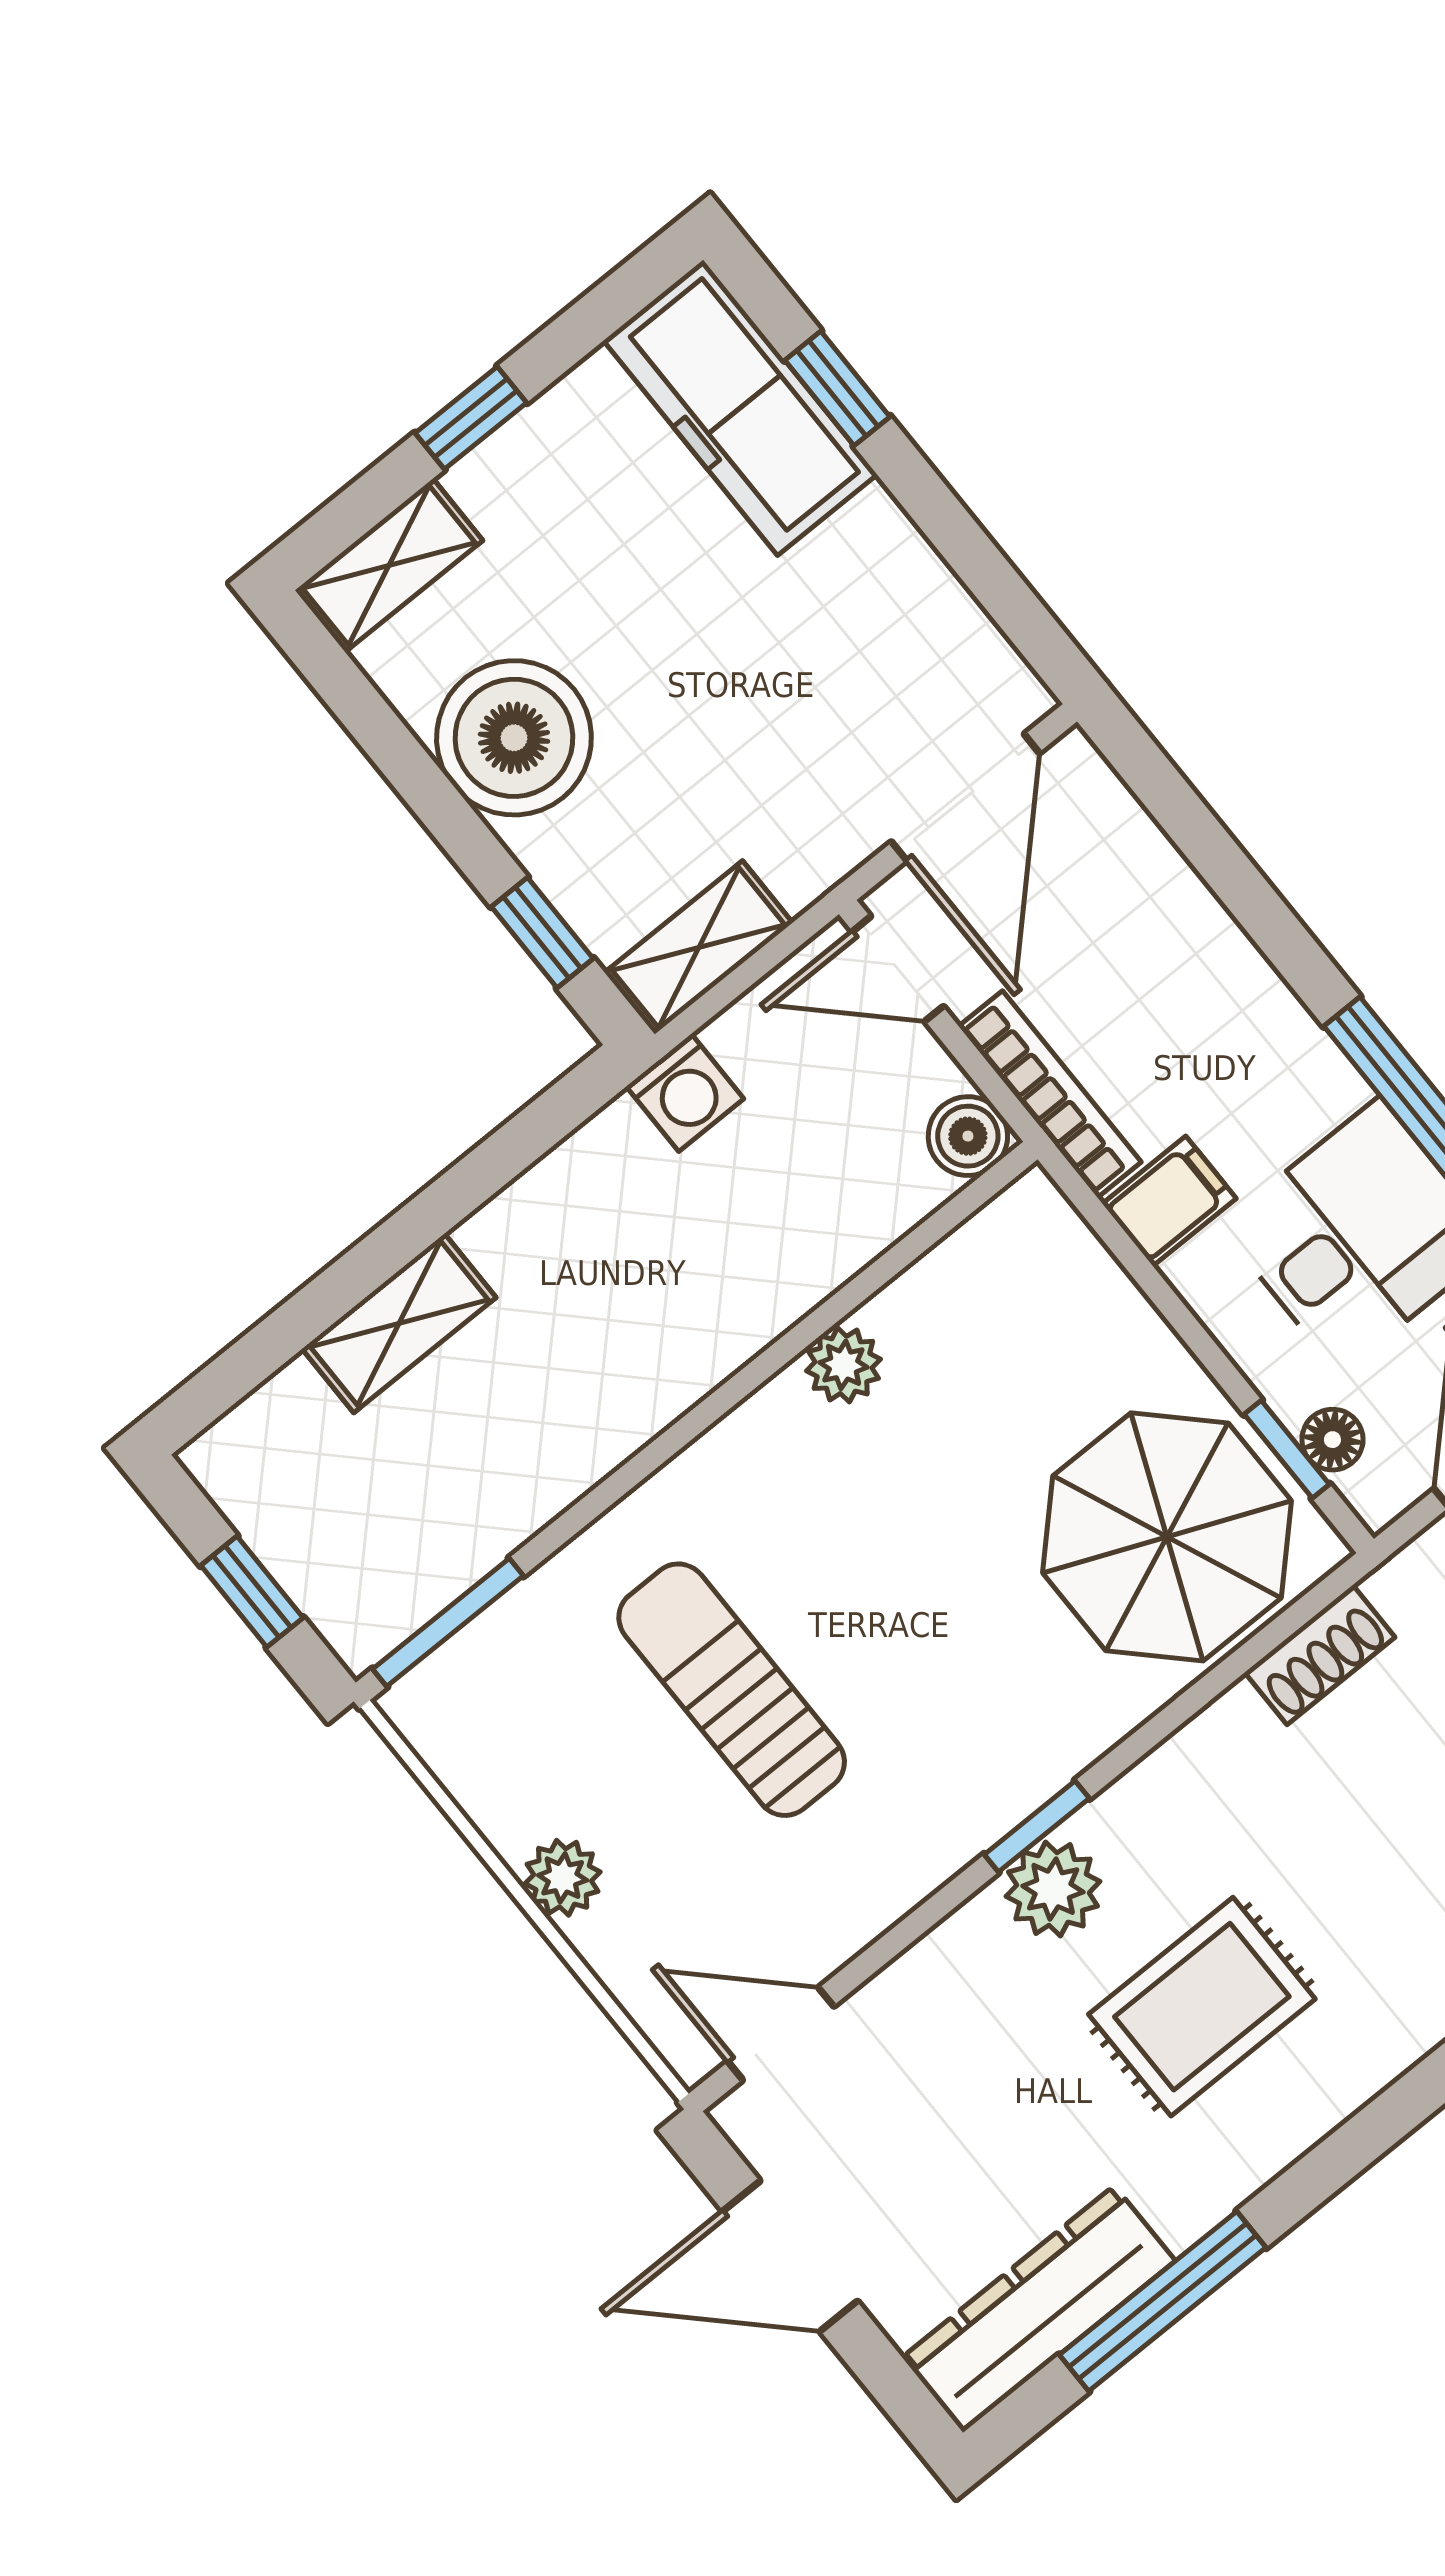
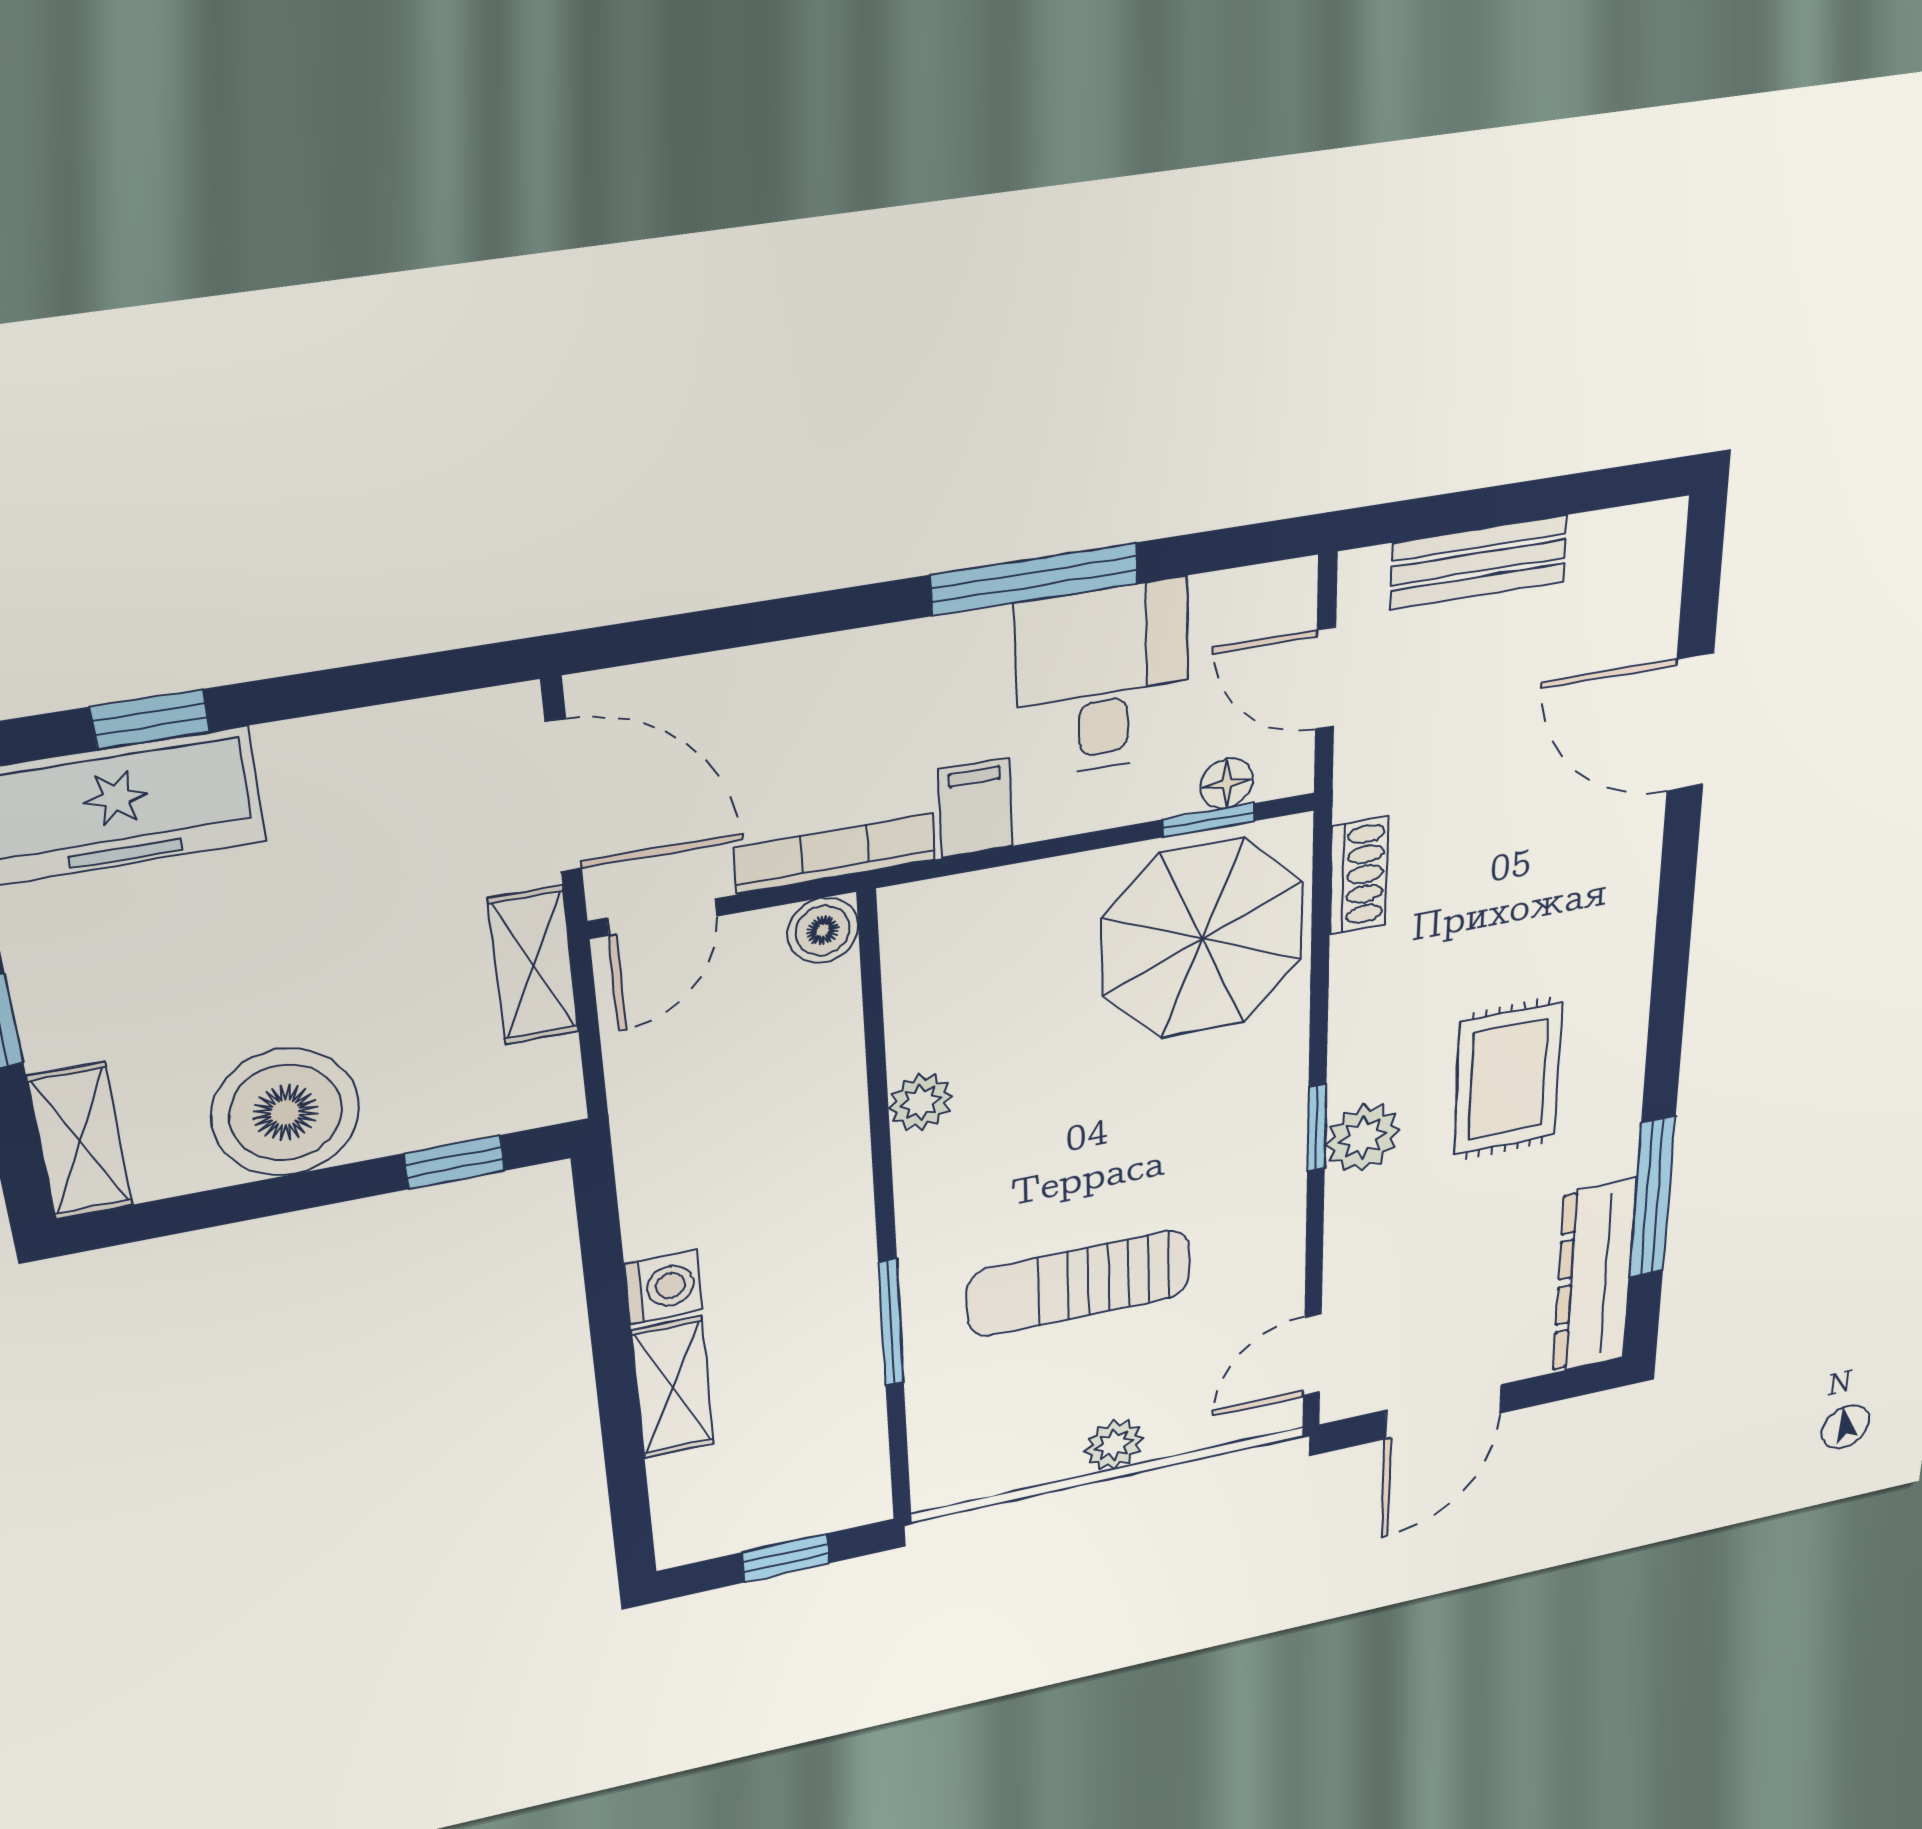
shelving: (699, 948) -> (534, 965), moved
washing machine: (685, 1093) -> (663, 1287), moved
window: (448, 1622) -> (891, 1323), moved

